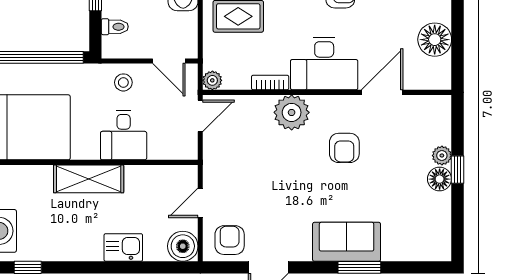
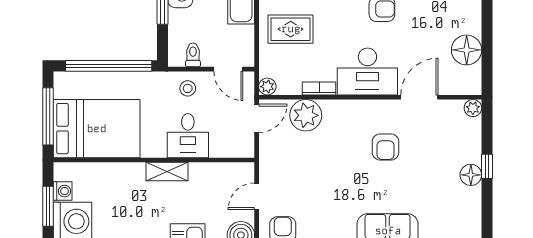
toilet: (115, 27) -> (193, 55), moved, turned -90
plant: (292, 112) -> (306, 115), moved
plant: (442, 156) -> (473, 108), moved
shelving: (89, 179) -> (167, 172), width x0.67, depth x0.75

